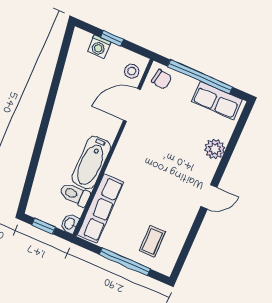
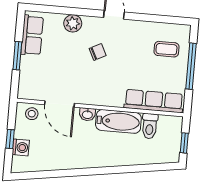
window: (200, 77) -> (17, 56), width x0.47
chair: (162, 79) -> (98, 52), moved, turned 54
washbasin: (70, 224) -> (87, 114), moved

